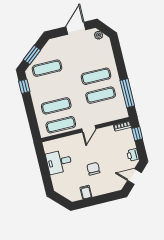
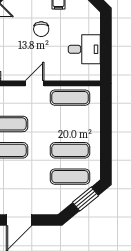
window: (24, 86) -> (106, 160), removed
exercise mat: (56, 106) -> (70, 150), moved

